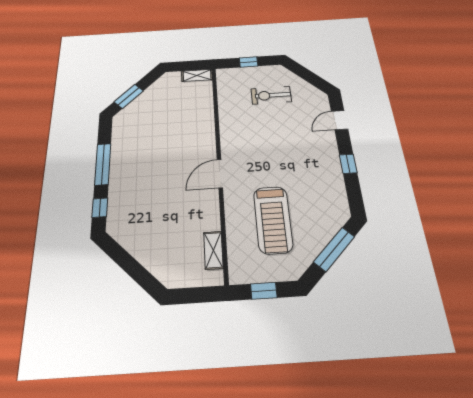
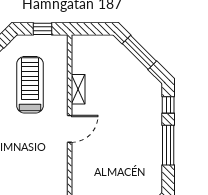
shelving: (213, 250) -> (78, 89), moved
window: (133, 268) -> (139, 52), added

